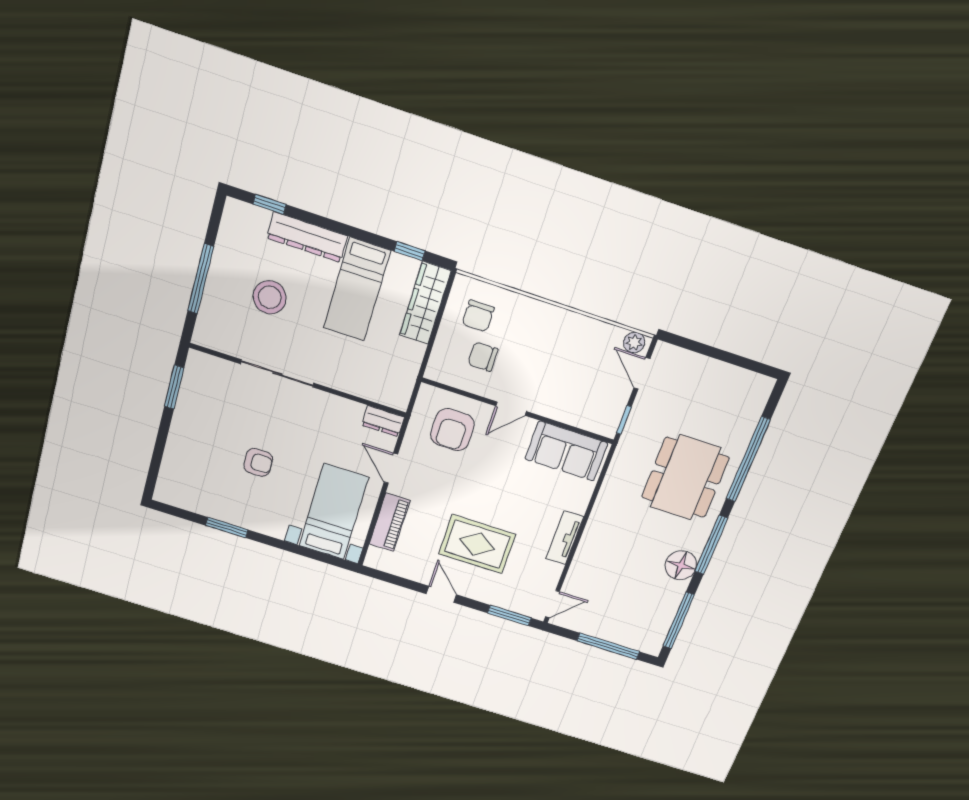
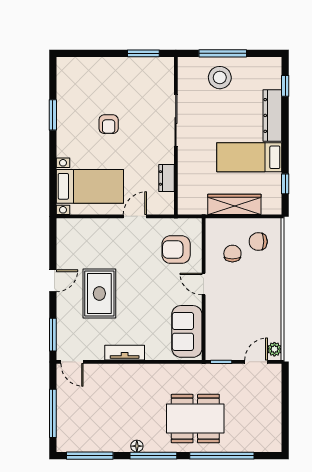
stool: (270, 297) -> (220, 78), moved
wardrobe: (425, 303) -> (234, 204), moved
dresser: (383, 421) -> (166, 178), moved
piano: (390, 522) -> (95, 228), removed
floor lamp: (681, 565) -> (137, 446), width x0.53, depth x0.53

